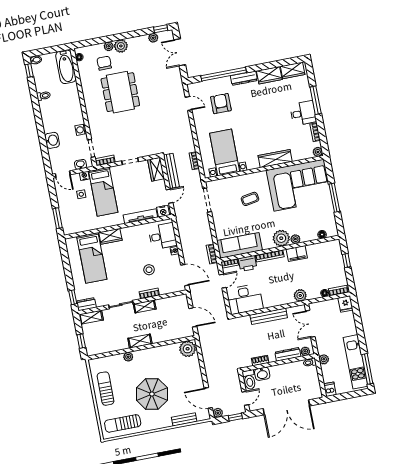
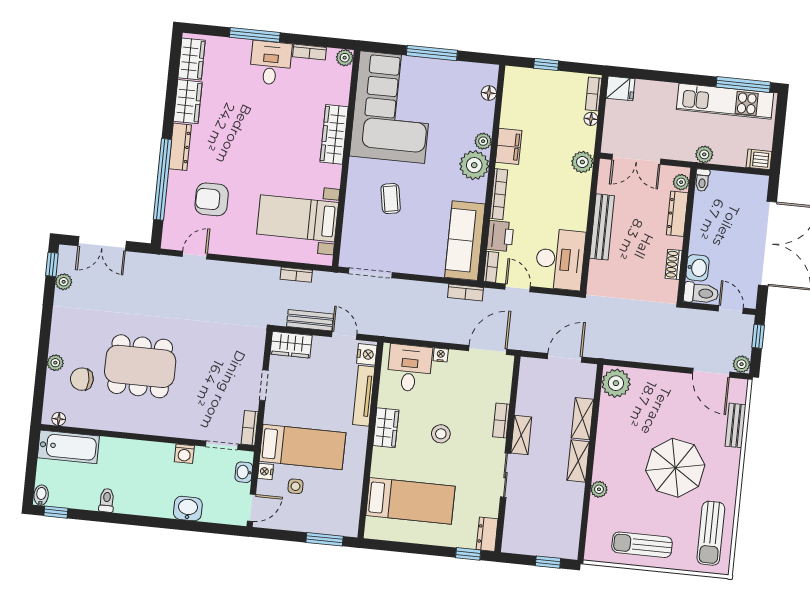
plant: (121, 46) -> (61, 342), removed
bench: (171, 171) -> (310, 320), width x0.73
wardrobe: (110, 236) -> (386, 428), moved
stool: (149, 270) -> (441, 434), moved
shelving: (91, 317) -> (582, 419), moved
door: (208, 398) -> (711, 373), hinge flipped

